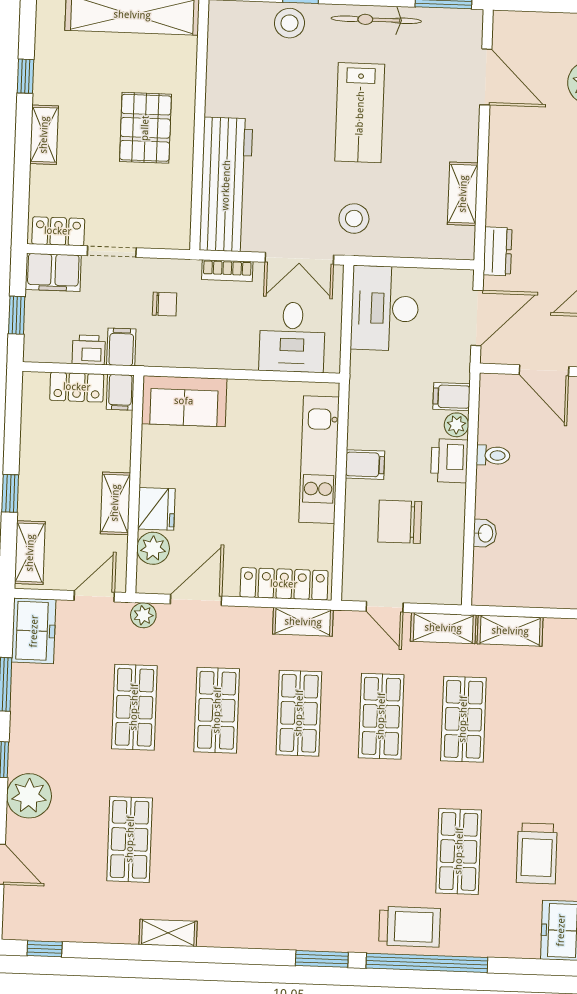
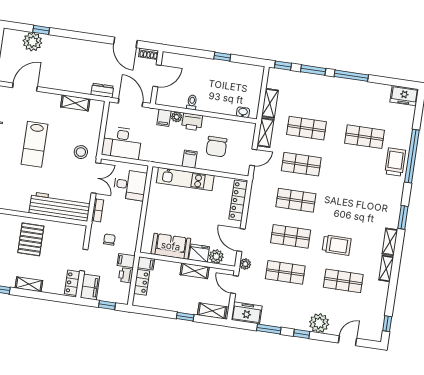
lab bench: (360, 113) -> (35, 144), turned 90
pallet: (145, 128) -> (31, 239), turned 90
sofa: (184, 401) -> (171, 246), moved, turned -90
washbasin: (485, 533) -> (243, 112), moved
shelving: (303, 622) -> (390, 242), moved
trolley: (537, 853) -> (337, 245), moved
window: (322, 959) -> (403, 217), moved

